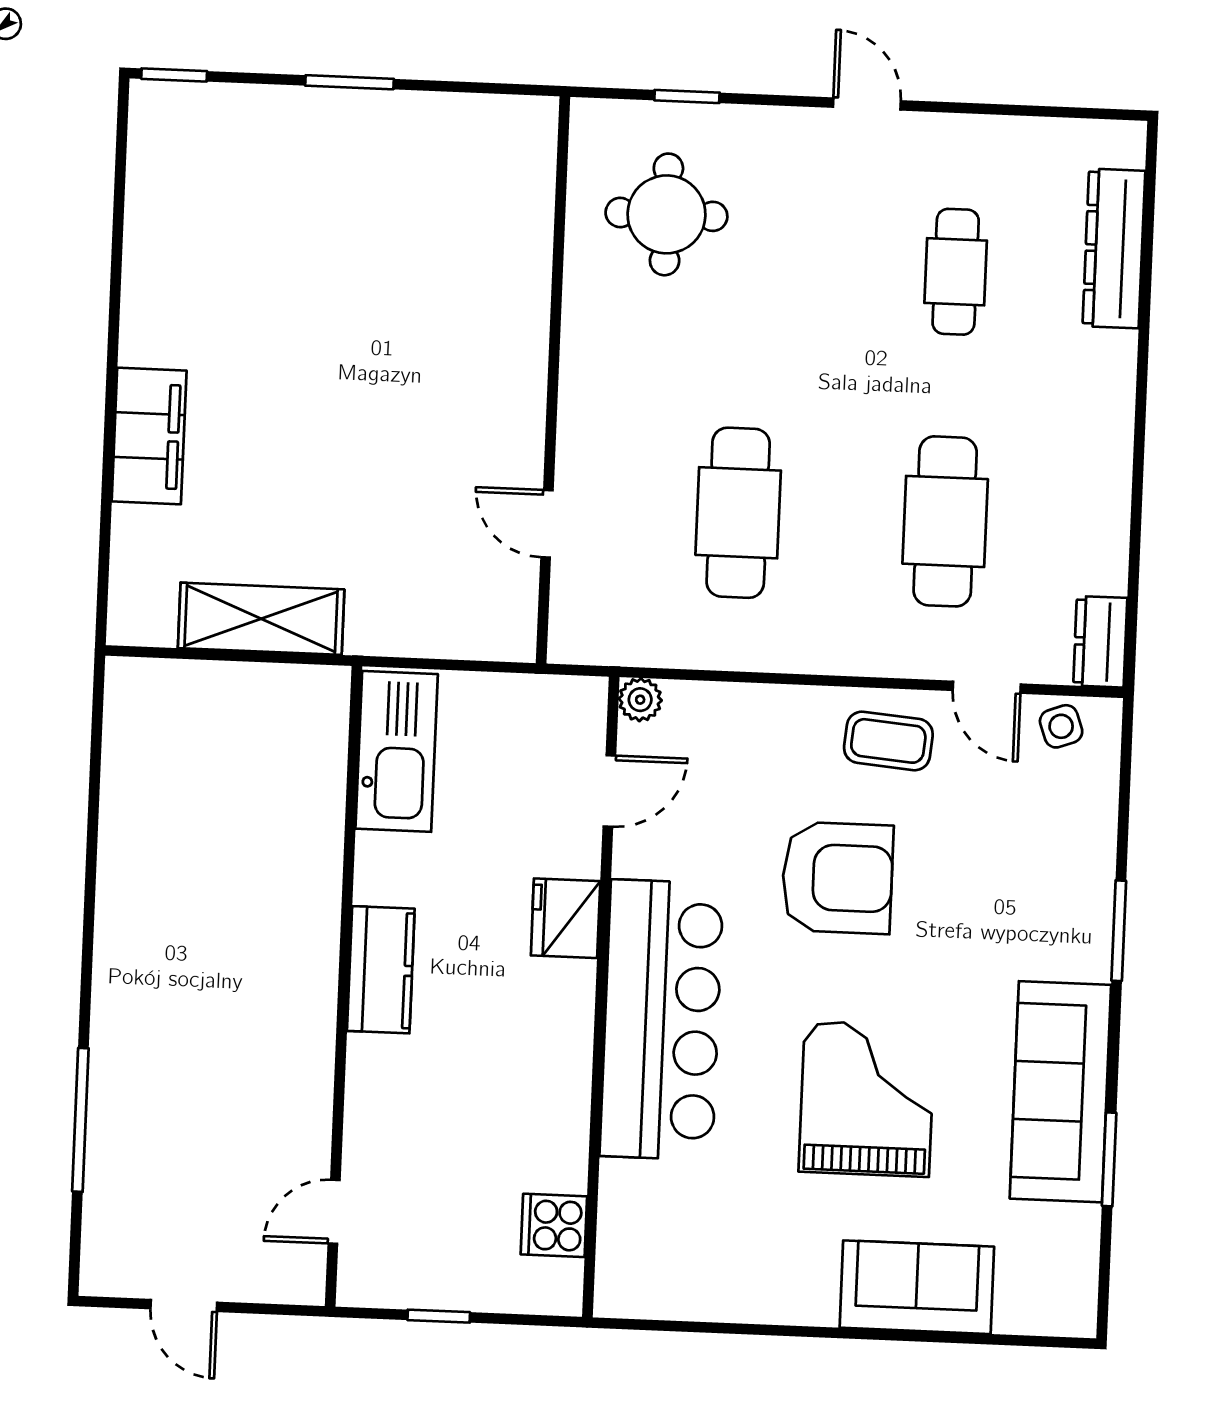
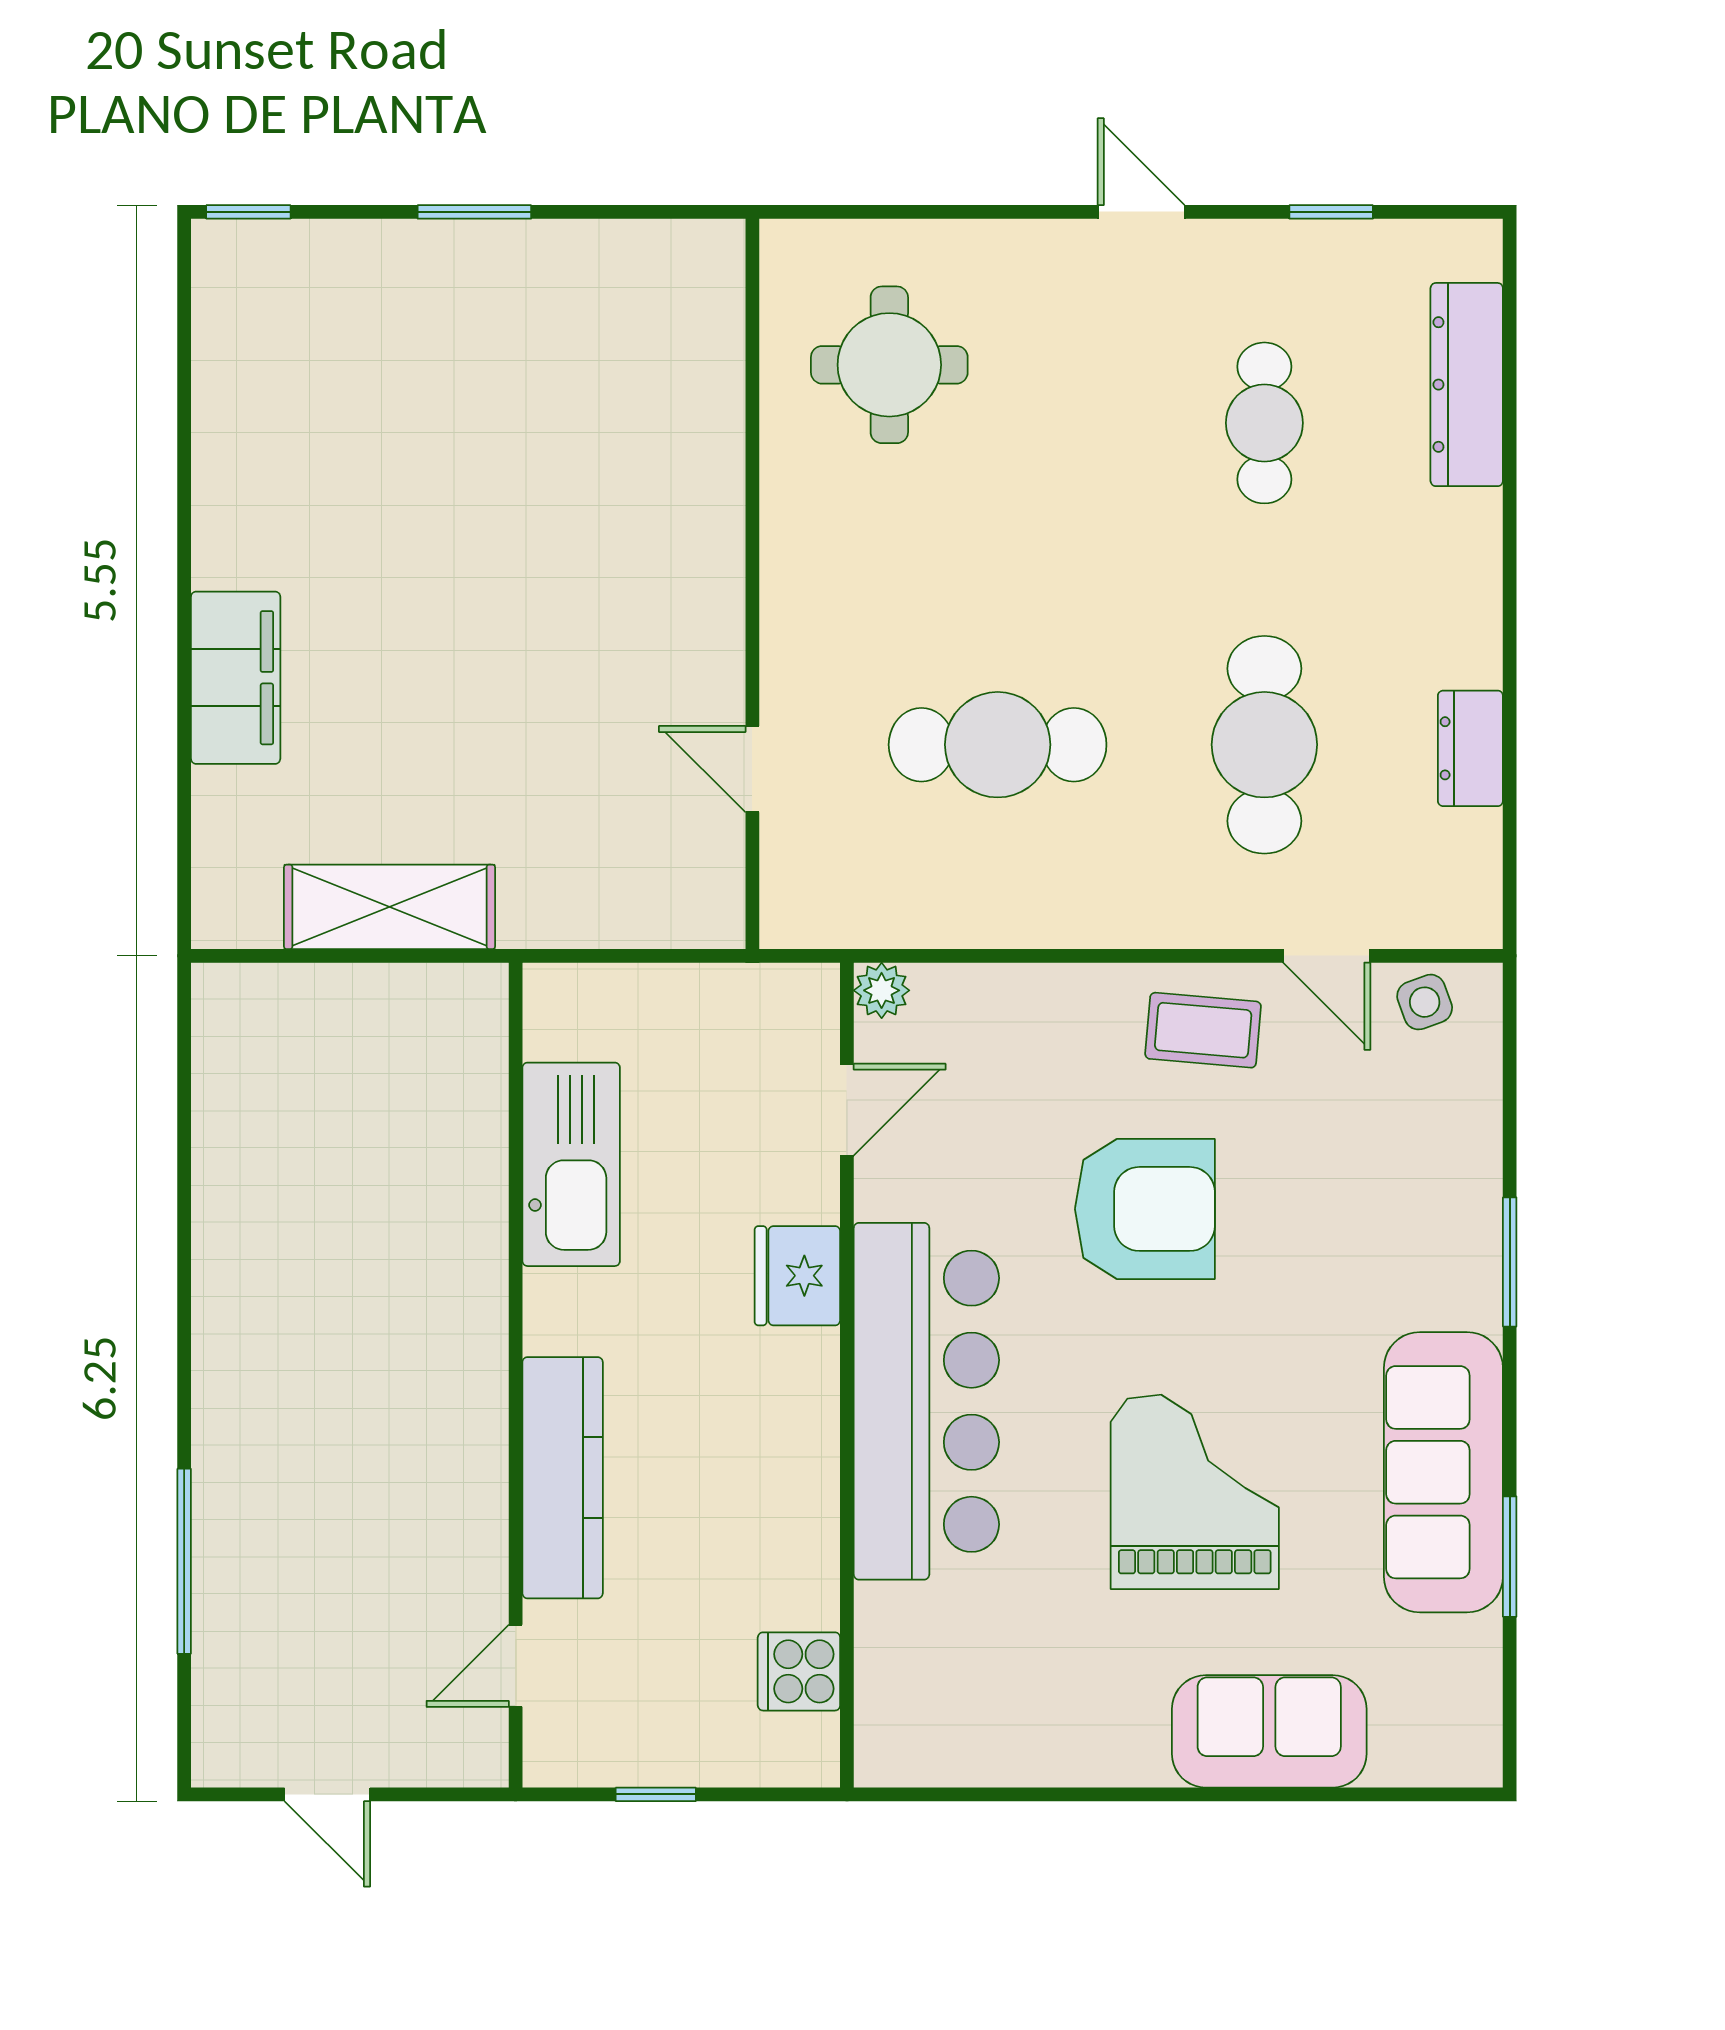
window: (687, 96) -> (1331, 212), moved
cafe table: (738, 513) -> (998, 745), turned 90
dresser: (1100, 642) -> (1470, 748), moved
kitchen sink: (397, 751) -> (571, 1164), moved
kitchen counter: (381, 970) -> (563, 1478), moved, width x1.50

